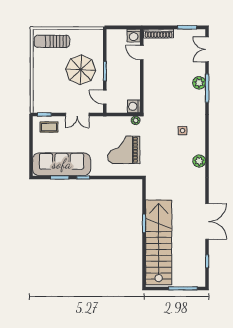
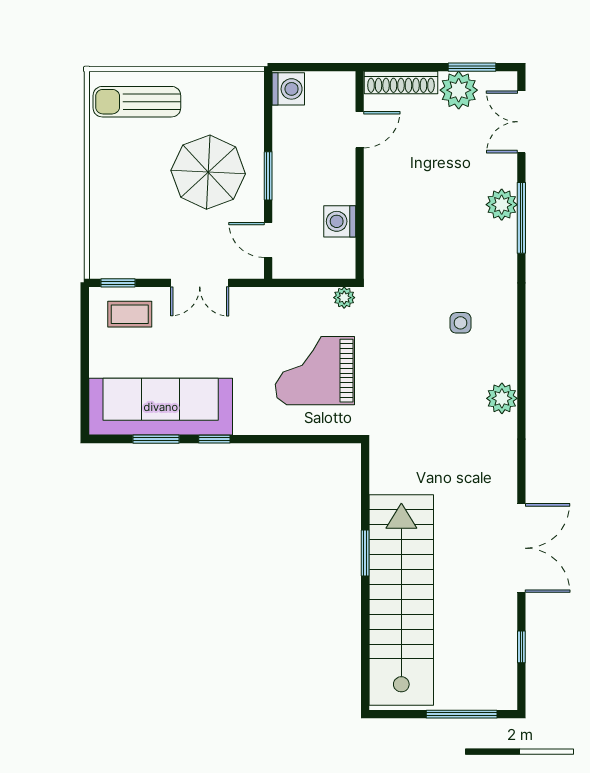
washing machine: (134, 36) -> (288, 89), moved, turned -90
plant: (182, 37) -> (459, 90), added
door: (142, 53) -> (360, 130), swing flipped
washing machine: (134, 106) -> (340, 221), moved

